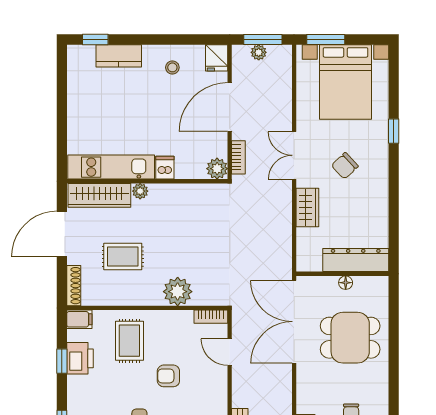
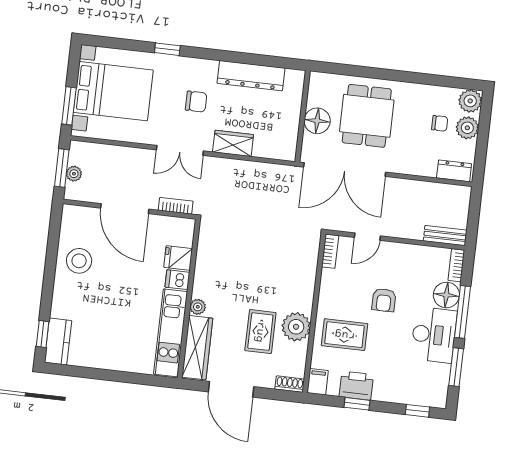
kitchen counter: (119, 56) -> (58, 342), moved
fridge: (217, 58) -> (178, 258), moved, turned 180
stool: (172, 67) -> (79, 261), width x1.89, depth x1.89
chair: (345, 166) -> (196, 102), turned -47
plant: (217, 169) -> (184, 228), removed
dresser: (356, 260) -> (251, 76), moved, turned -90
floor lamp: (346, 283) -> (317, 121), width x1.89, depth x1.89
shoe rack: (74, 286) -> (290, 384), width x0.70
plant: (178, 292) -> (296, 327), moved

